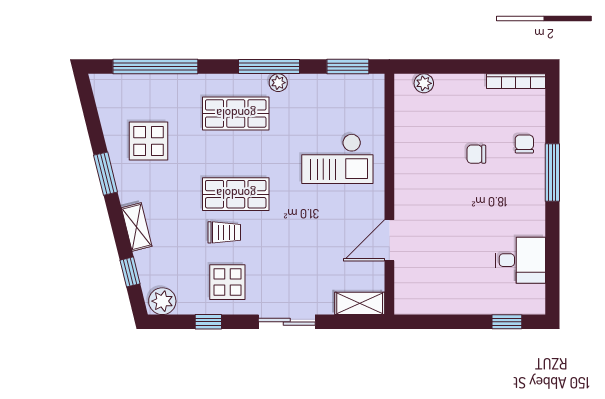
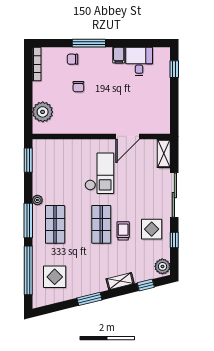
window: (269, 67) -> (28, 221), moved
plant: (424, 83) -> (43, 112), width x1.87, depth x1.87
display table: (148, 141) -> (55, 277), moved
checkout: (337, 159) -> (99, 173), moved
filing cabinet: (531, 225) -> (119, 55), added
door: (389, 240) -> (128, 136), hinge flipped
sliding door: (287, 322) -> (174, 195), width x1.37

